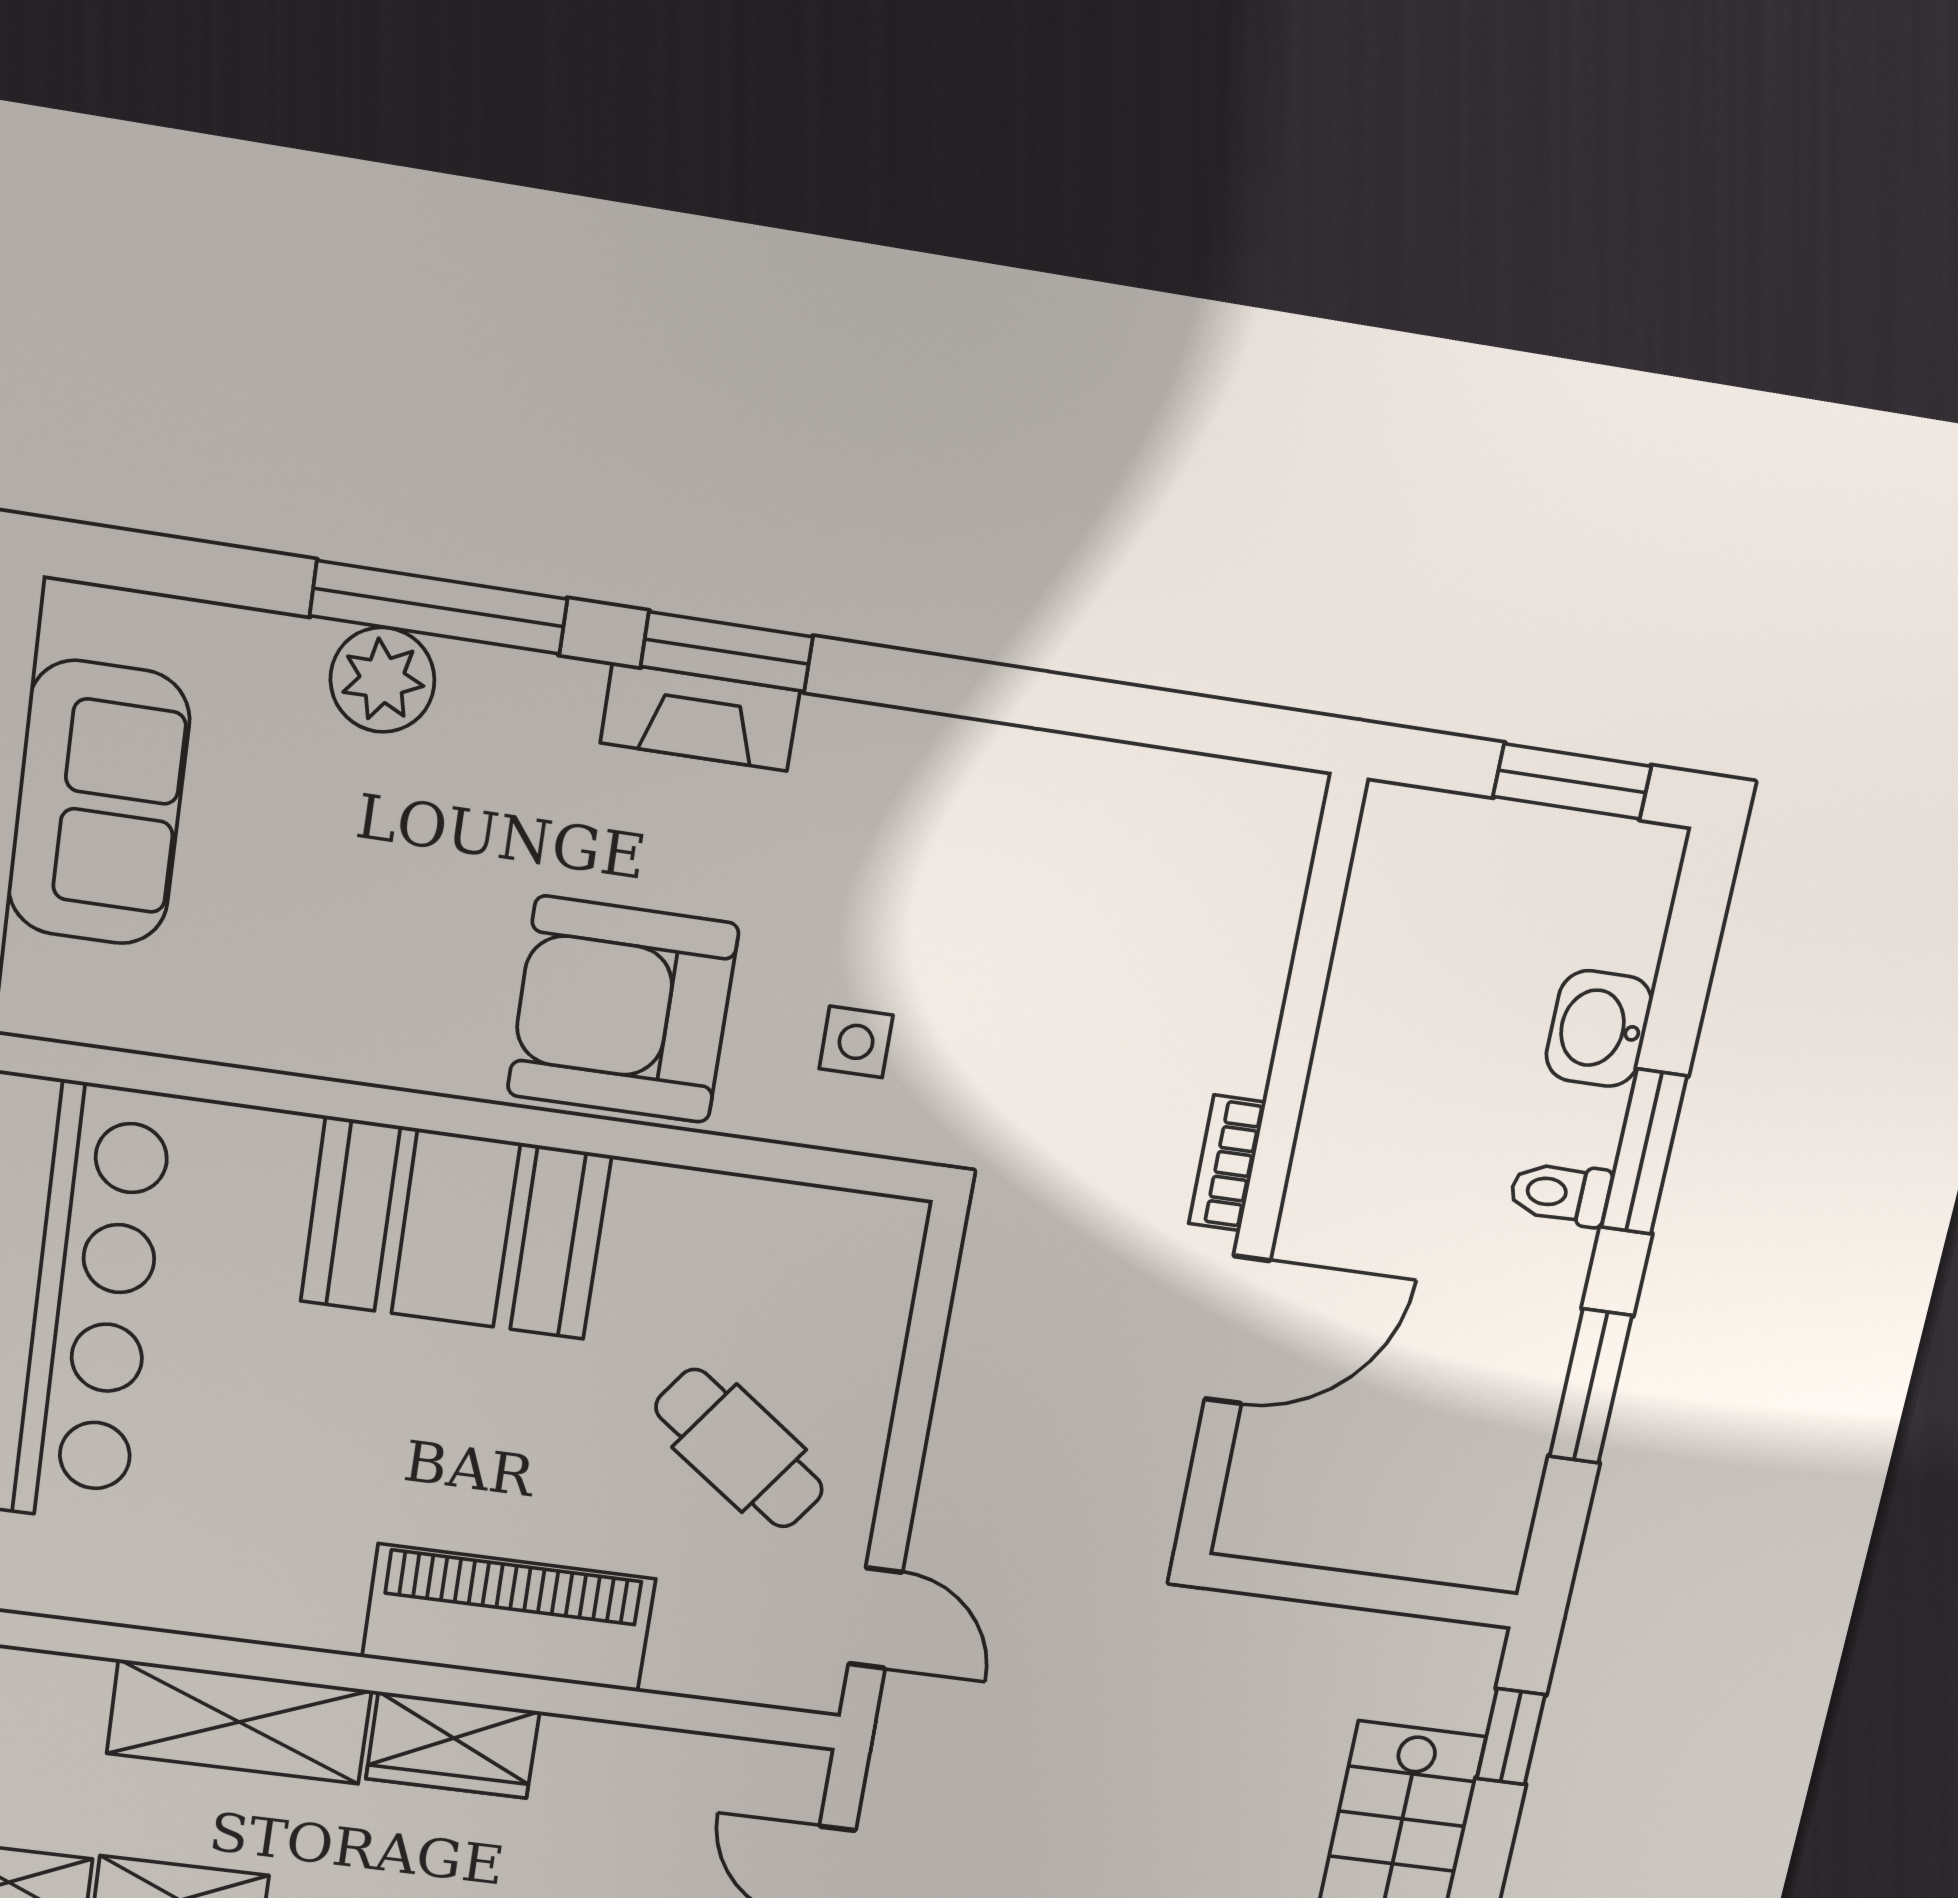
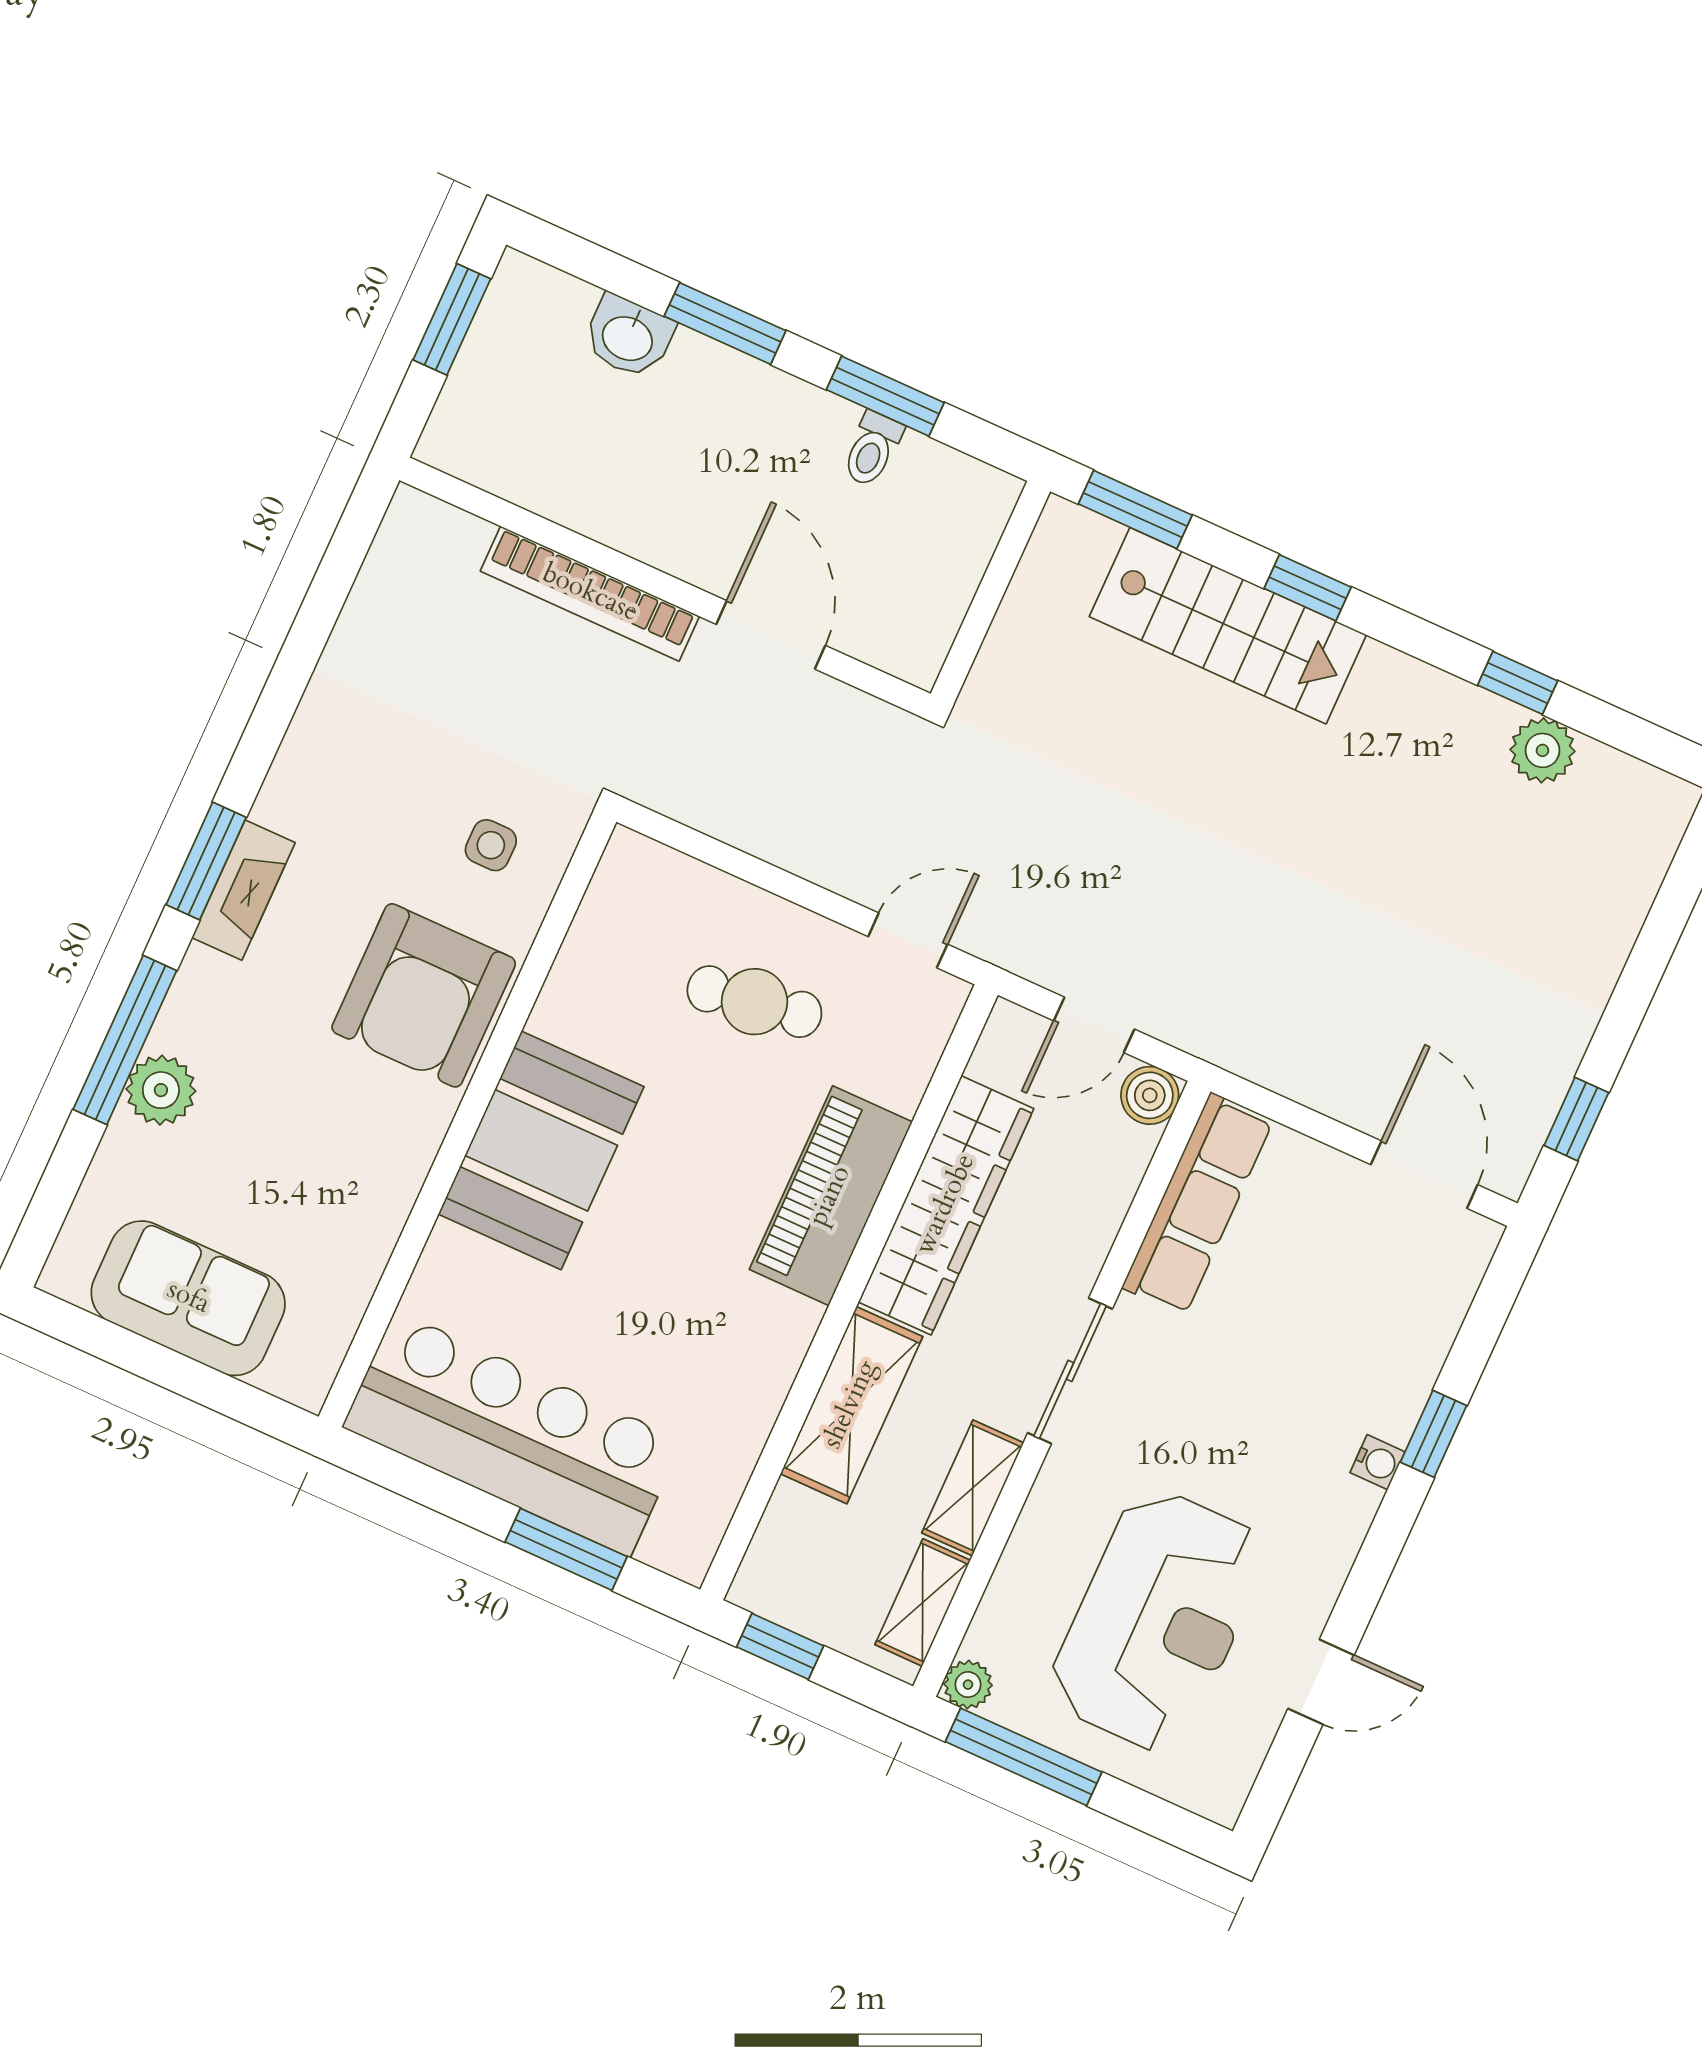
bookcase: (1227, 1163) -> (590, 594), width x2.31, depth x1.31
toilet: (1560, 1193) -> (872, 449), moved
cafe table: (739, 1448) -> (754, 1002), turned 45
window: (1511, 1737) -> (1135, 509), width x1.50
wardrobe: (453, 1745) -> (946, 1205), width x2.10, depth x1.17

